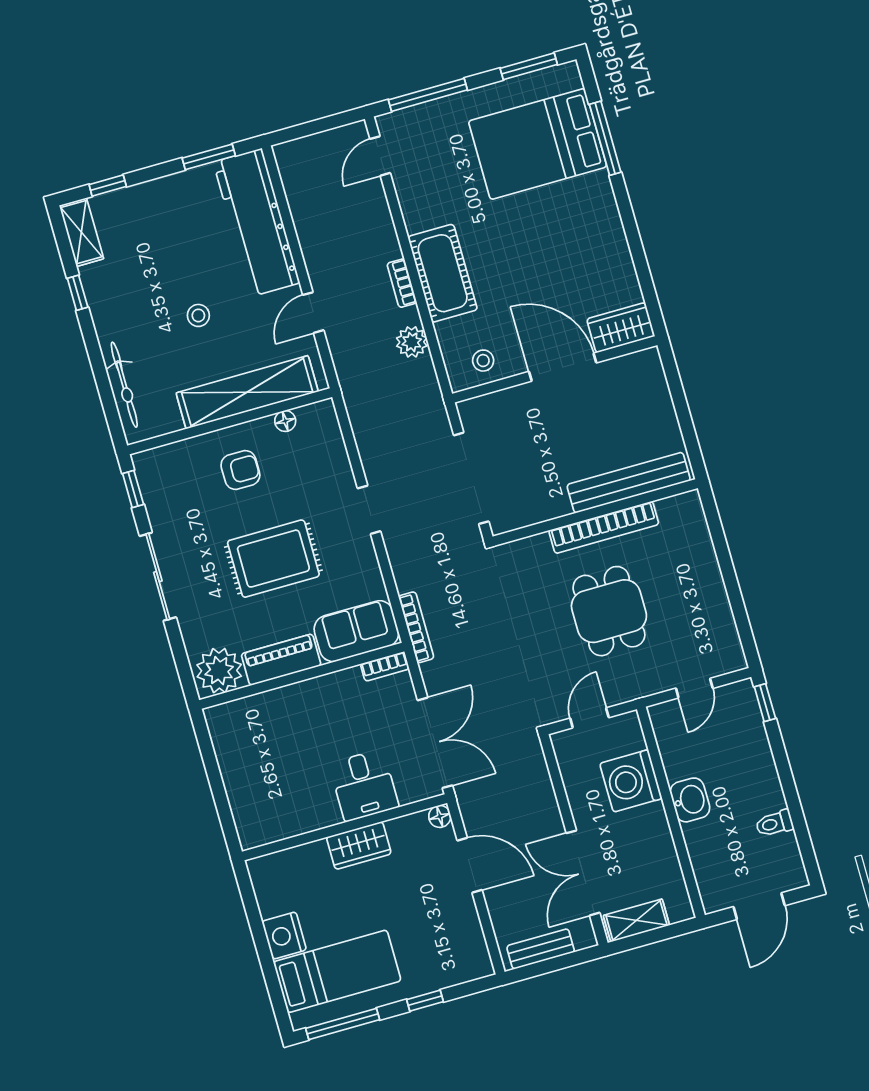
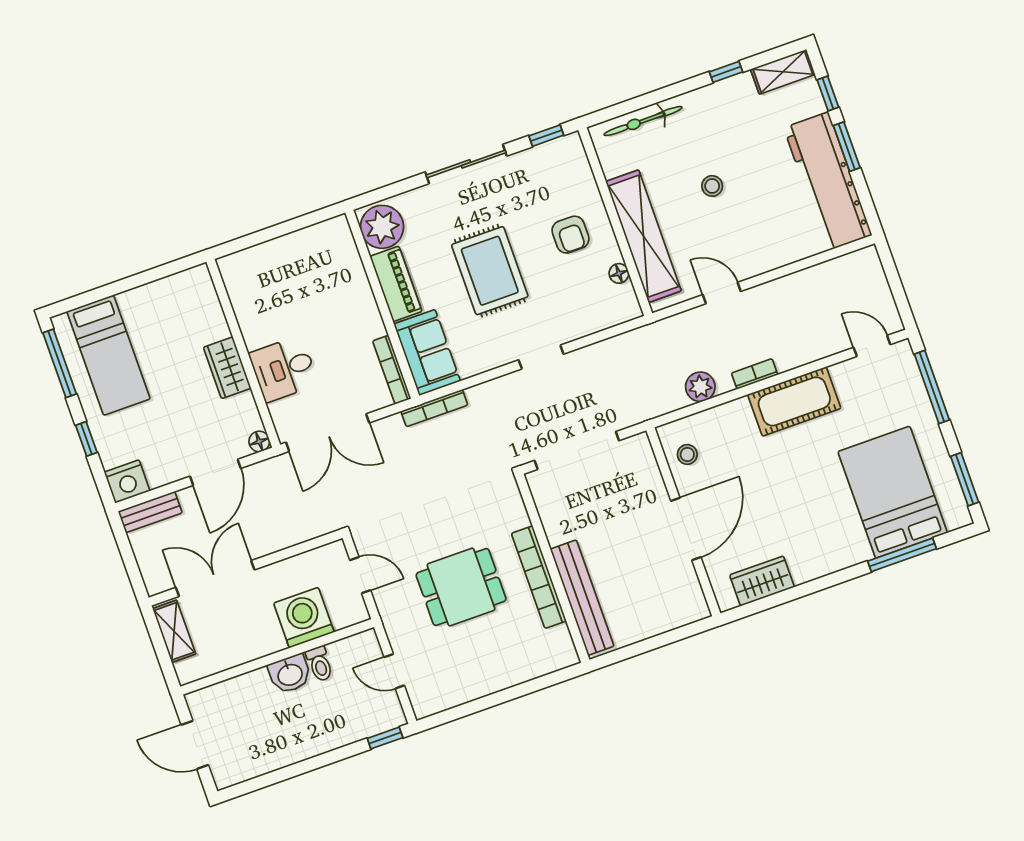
window: (209, 157) -> (847, 147), moved
workbench: (257, 222) -> (828, 181), moved, turned -90
cot: (443, 273) -> (794, 401), moved
wardrobe: (621, 328) -> (762, 581), moved, turned -90
bookcase: (385, 666) -> (392, 370), width x1.56
toilet: (774, 823) -> (320, 664), moved, turned 180
nightstand: (284, 936) -> (127, 481), moved, turned 180
bench: (541, 949) -> (150, 512), moved, turned 90

